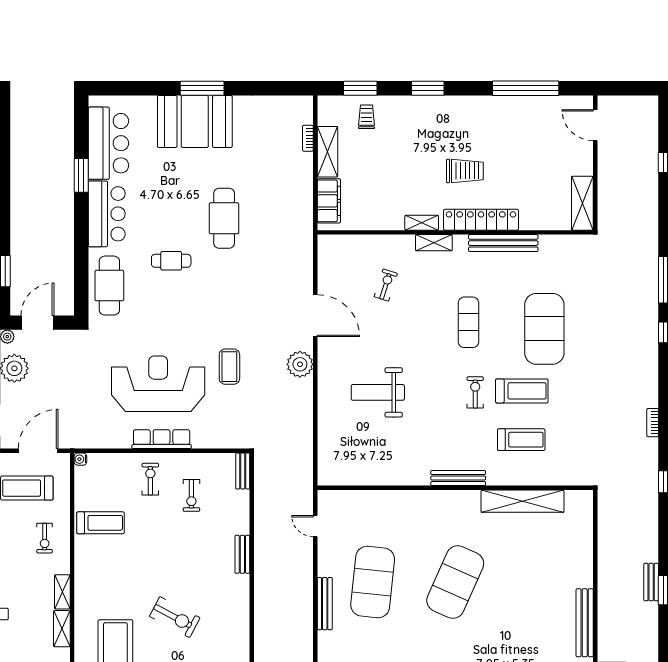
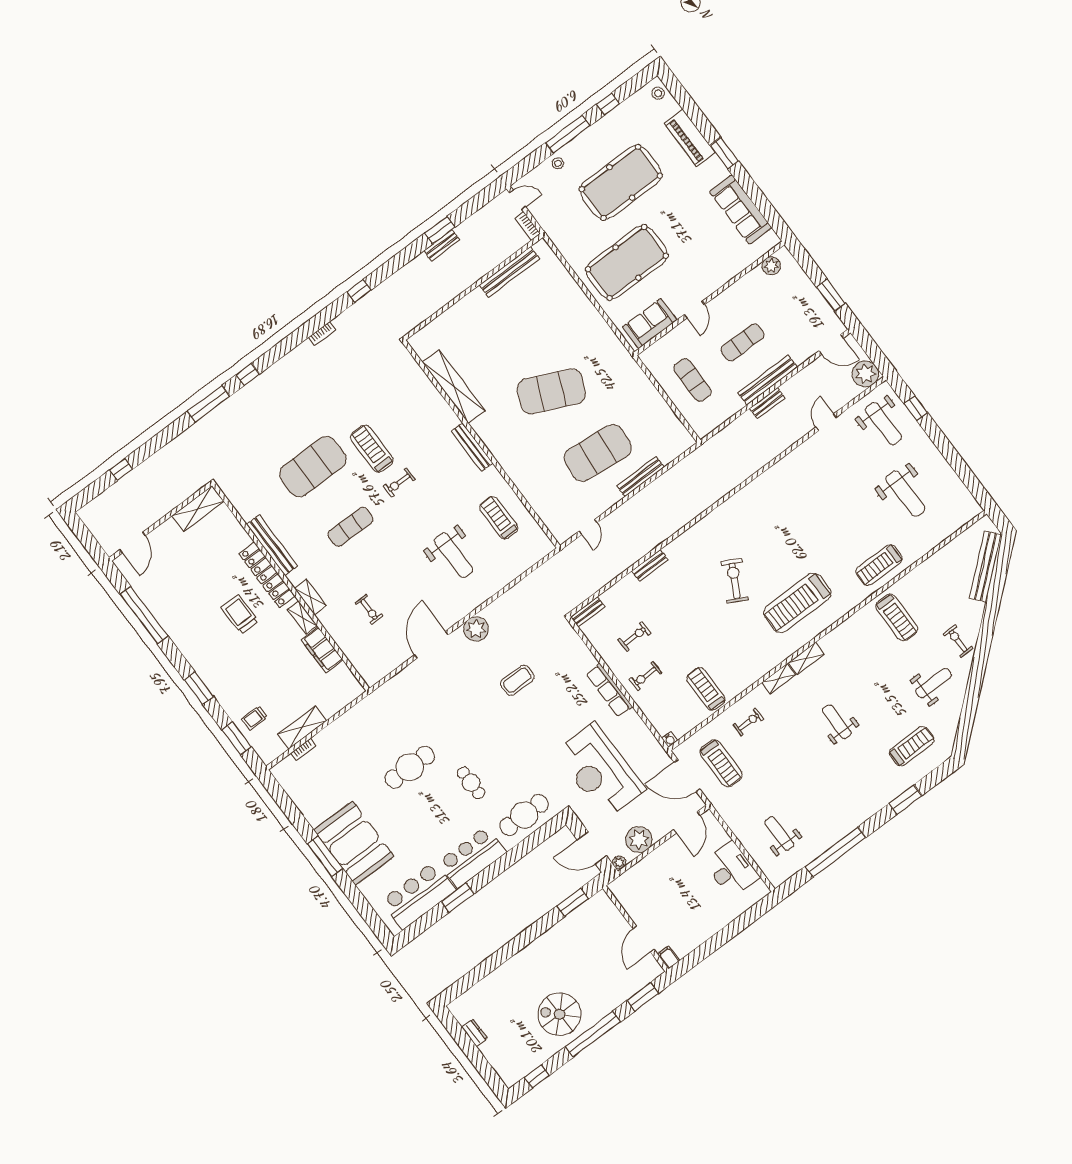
filing cabinet: (329, 201) -> (322, 650), moved, turned -90
exercise bike: (386, 285) -> (369, 609), turned -108
reception desk: (158, 384) -> (600, 771), moved
treadmill: (521, 440) -> (499, 518), moved

